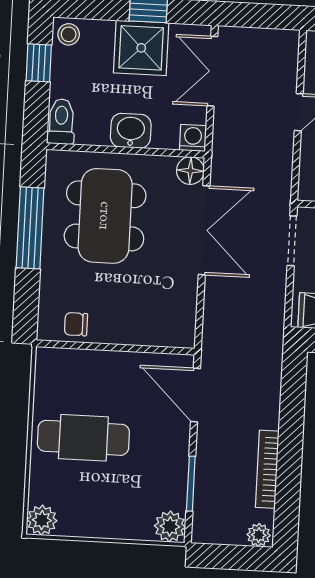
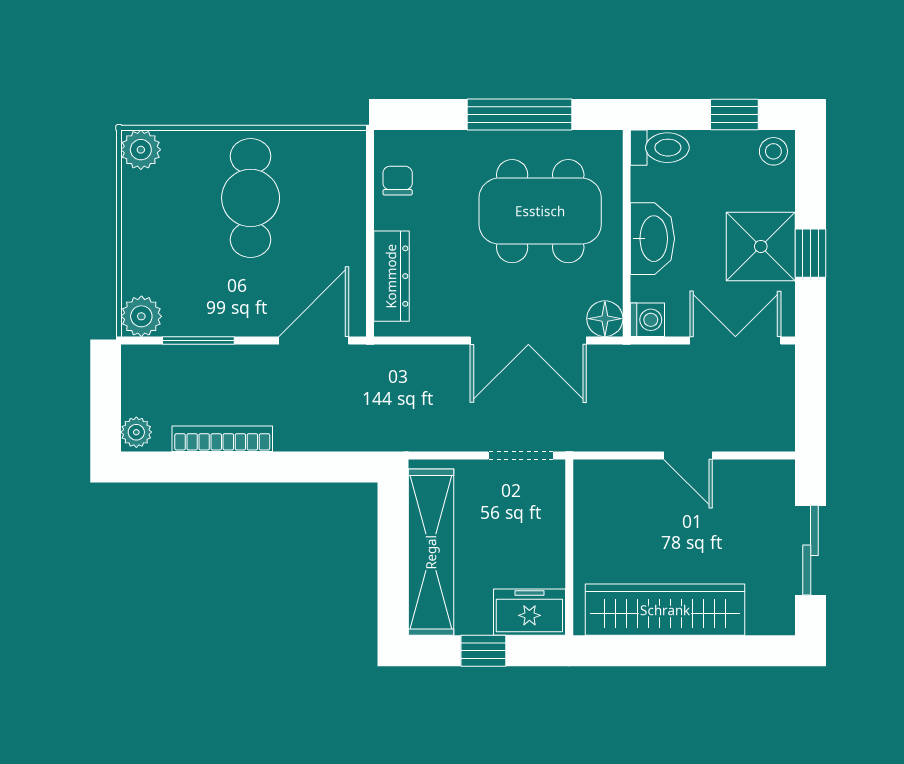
washbasin: (131, 131) -> (652, 239), width x1.38
dresser: (149, 333) -> (391, 276), added

